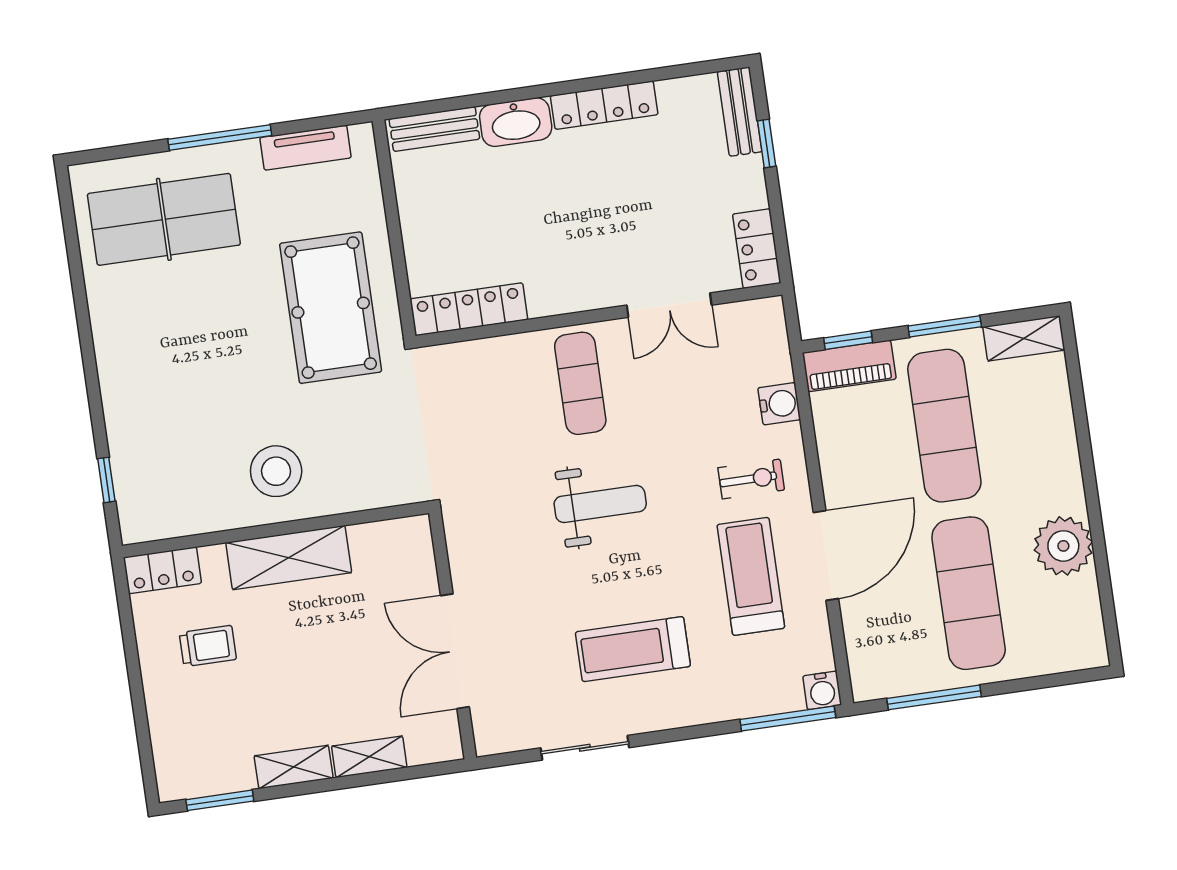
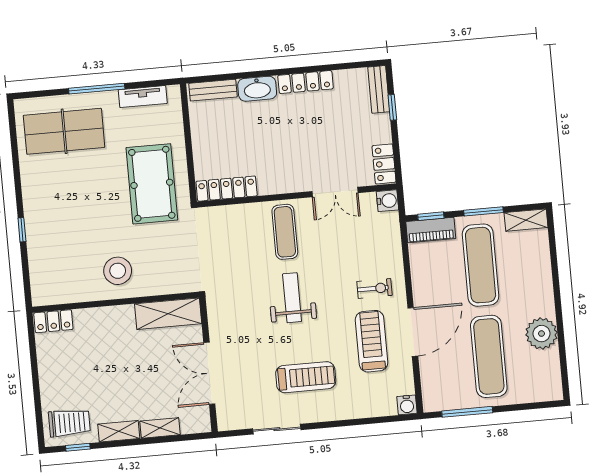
water cooler: (779, 404) -> (387, 201), moved
window: (106, 480) -> (22, 230), moved
weight bench: (600, 504) -> (292, 298), turned -90
shelving: (289, 558) -> (168, 314), moved
trolley: (208, 646) -> (69, 423), moved, width x1.36, depth x1.39
treadmill: (633, 649) -> (306, 377), turned 180
window: (788, 719) -> (388, 419), removed
window: (220, 800) -> (78, 447), width x0.67

